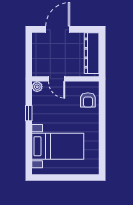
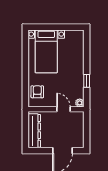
bed with nightstands: (58, 146) -> (46, 51), moved, turned -90

